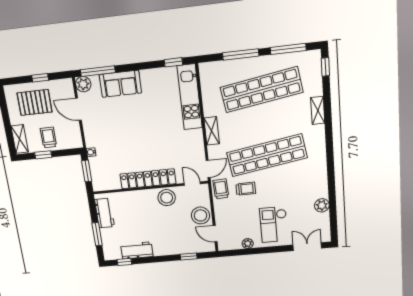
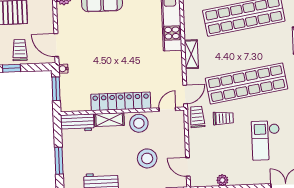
door: (78, 109) -> (56, 45), moved
door: (192, 184) -> (167, 109), hinge flipped
shelving: (139, 196) -> (109, 120), added
workbench: (105, 213) -> (77, 123), moved, turned 90
stool: (200, 215) -> (147, 158), moved
checkout: (274, 225) -> (266, 140), moved

